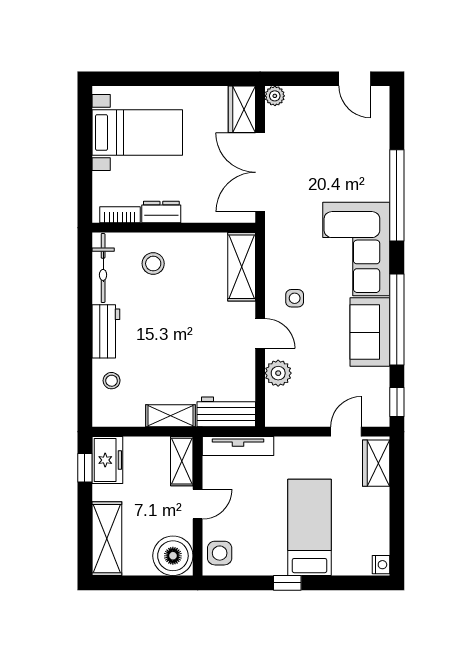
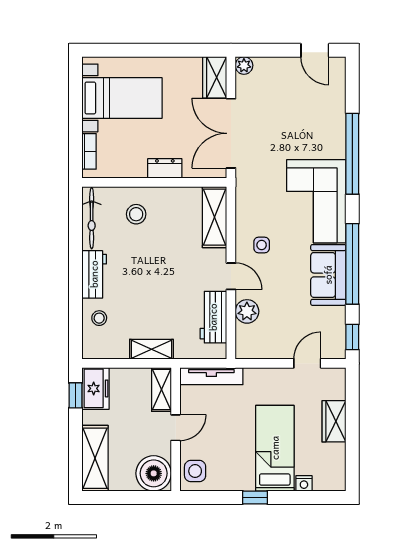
dresser: (161, 212) -> (165, 168), moved
bookcase: (120, 215) -> (89, 151), moved, turned 90
workbench: (226, 412) -> (213, 317), moved, turned -90
wardrobe: (376, 463) -> (334, 421), moved
nightstand: (381, 565) -> (304, 483), moved, turned 90

